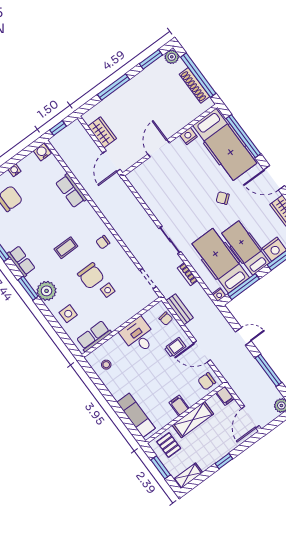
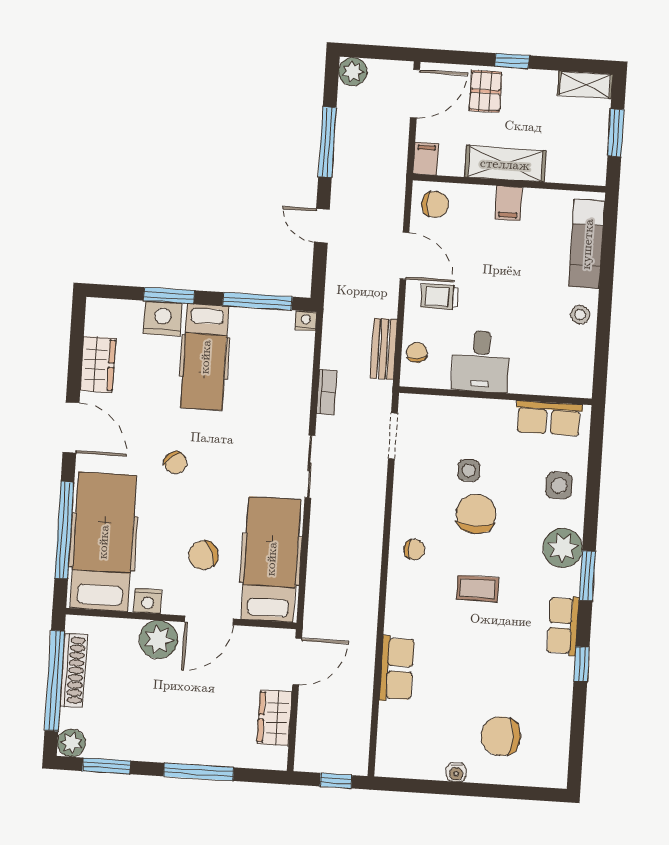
plant: (172, 125) -> (158, 640), added
water cooler: (42, 152) -> (391, 765), removed
chair: (182, 172) -> (203, 555), added
hospital bed: (221, 261) -> (271, 559), moved, turned 180
stool: (106, 365) -> (580, 315), moved
pallet: (169, 445) -> (486, 91), moved

